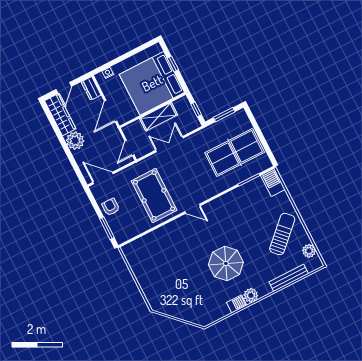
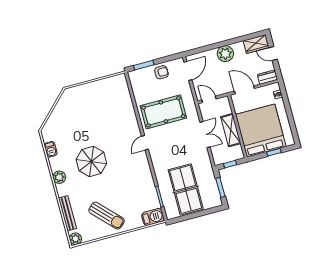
wardrobe: (60, 115) -> (256, 44), width x0.67
plant: (309, 251) -> (76, 239), moved
barbecue: (237, 304) -> (51, 149), moved

